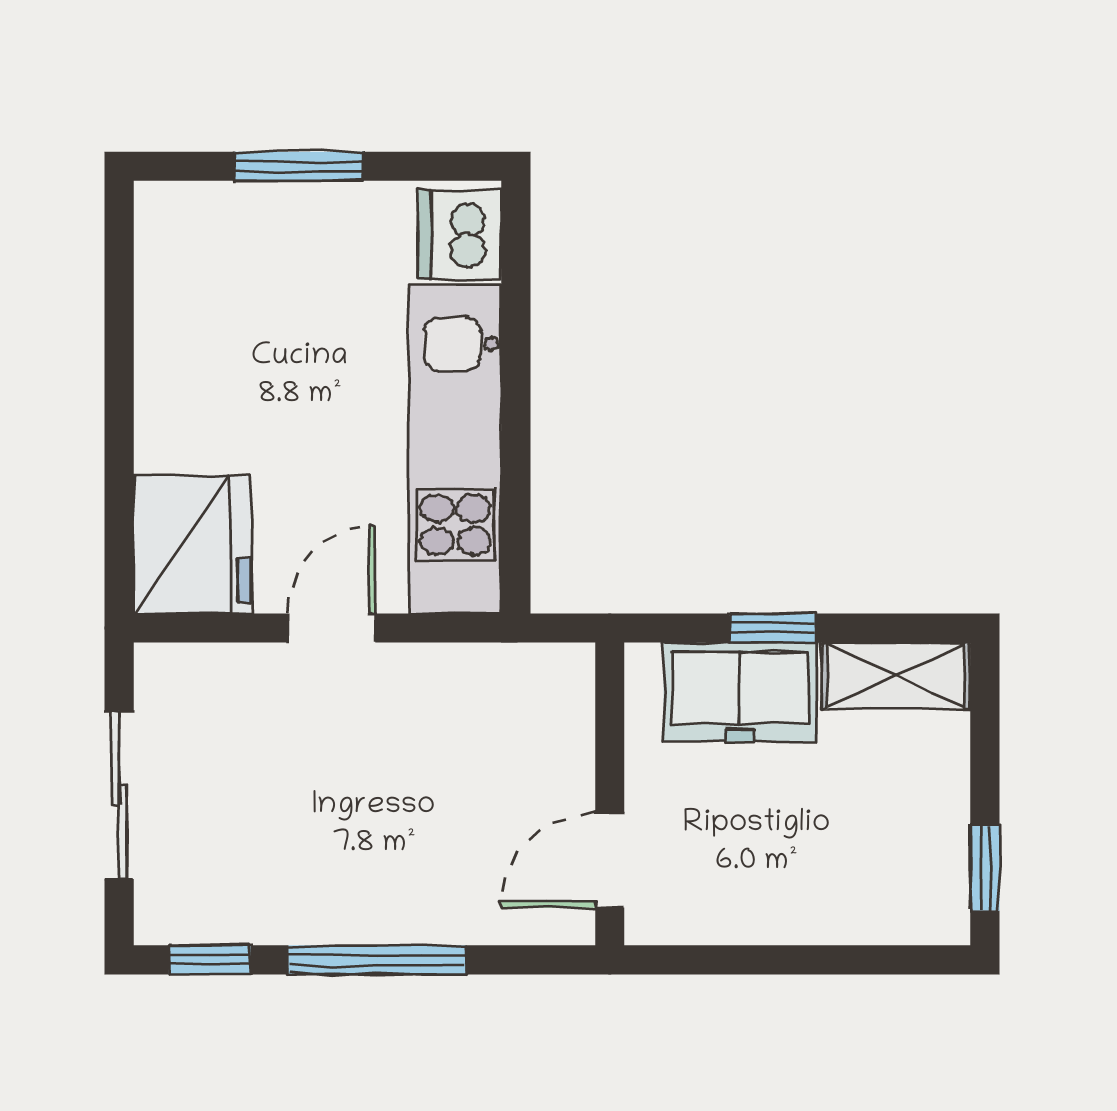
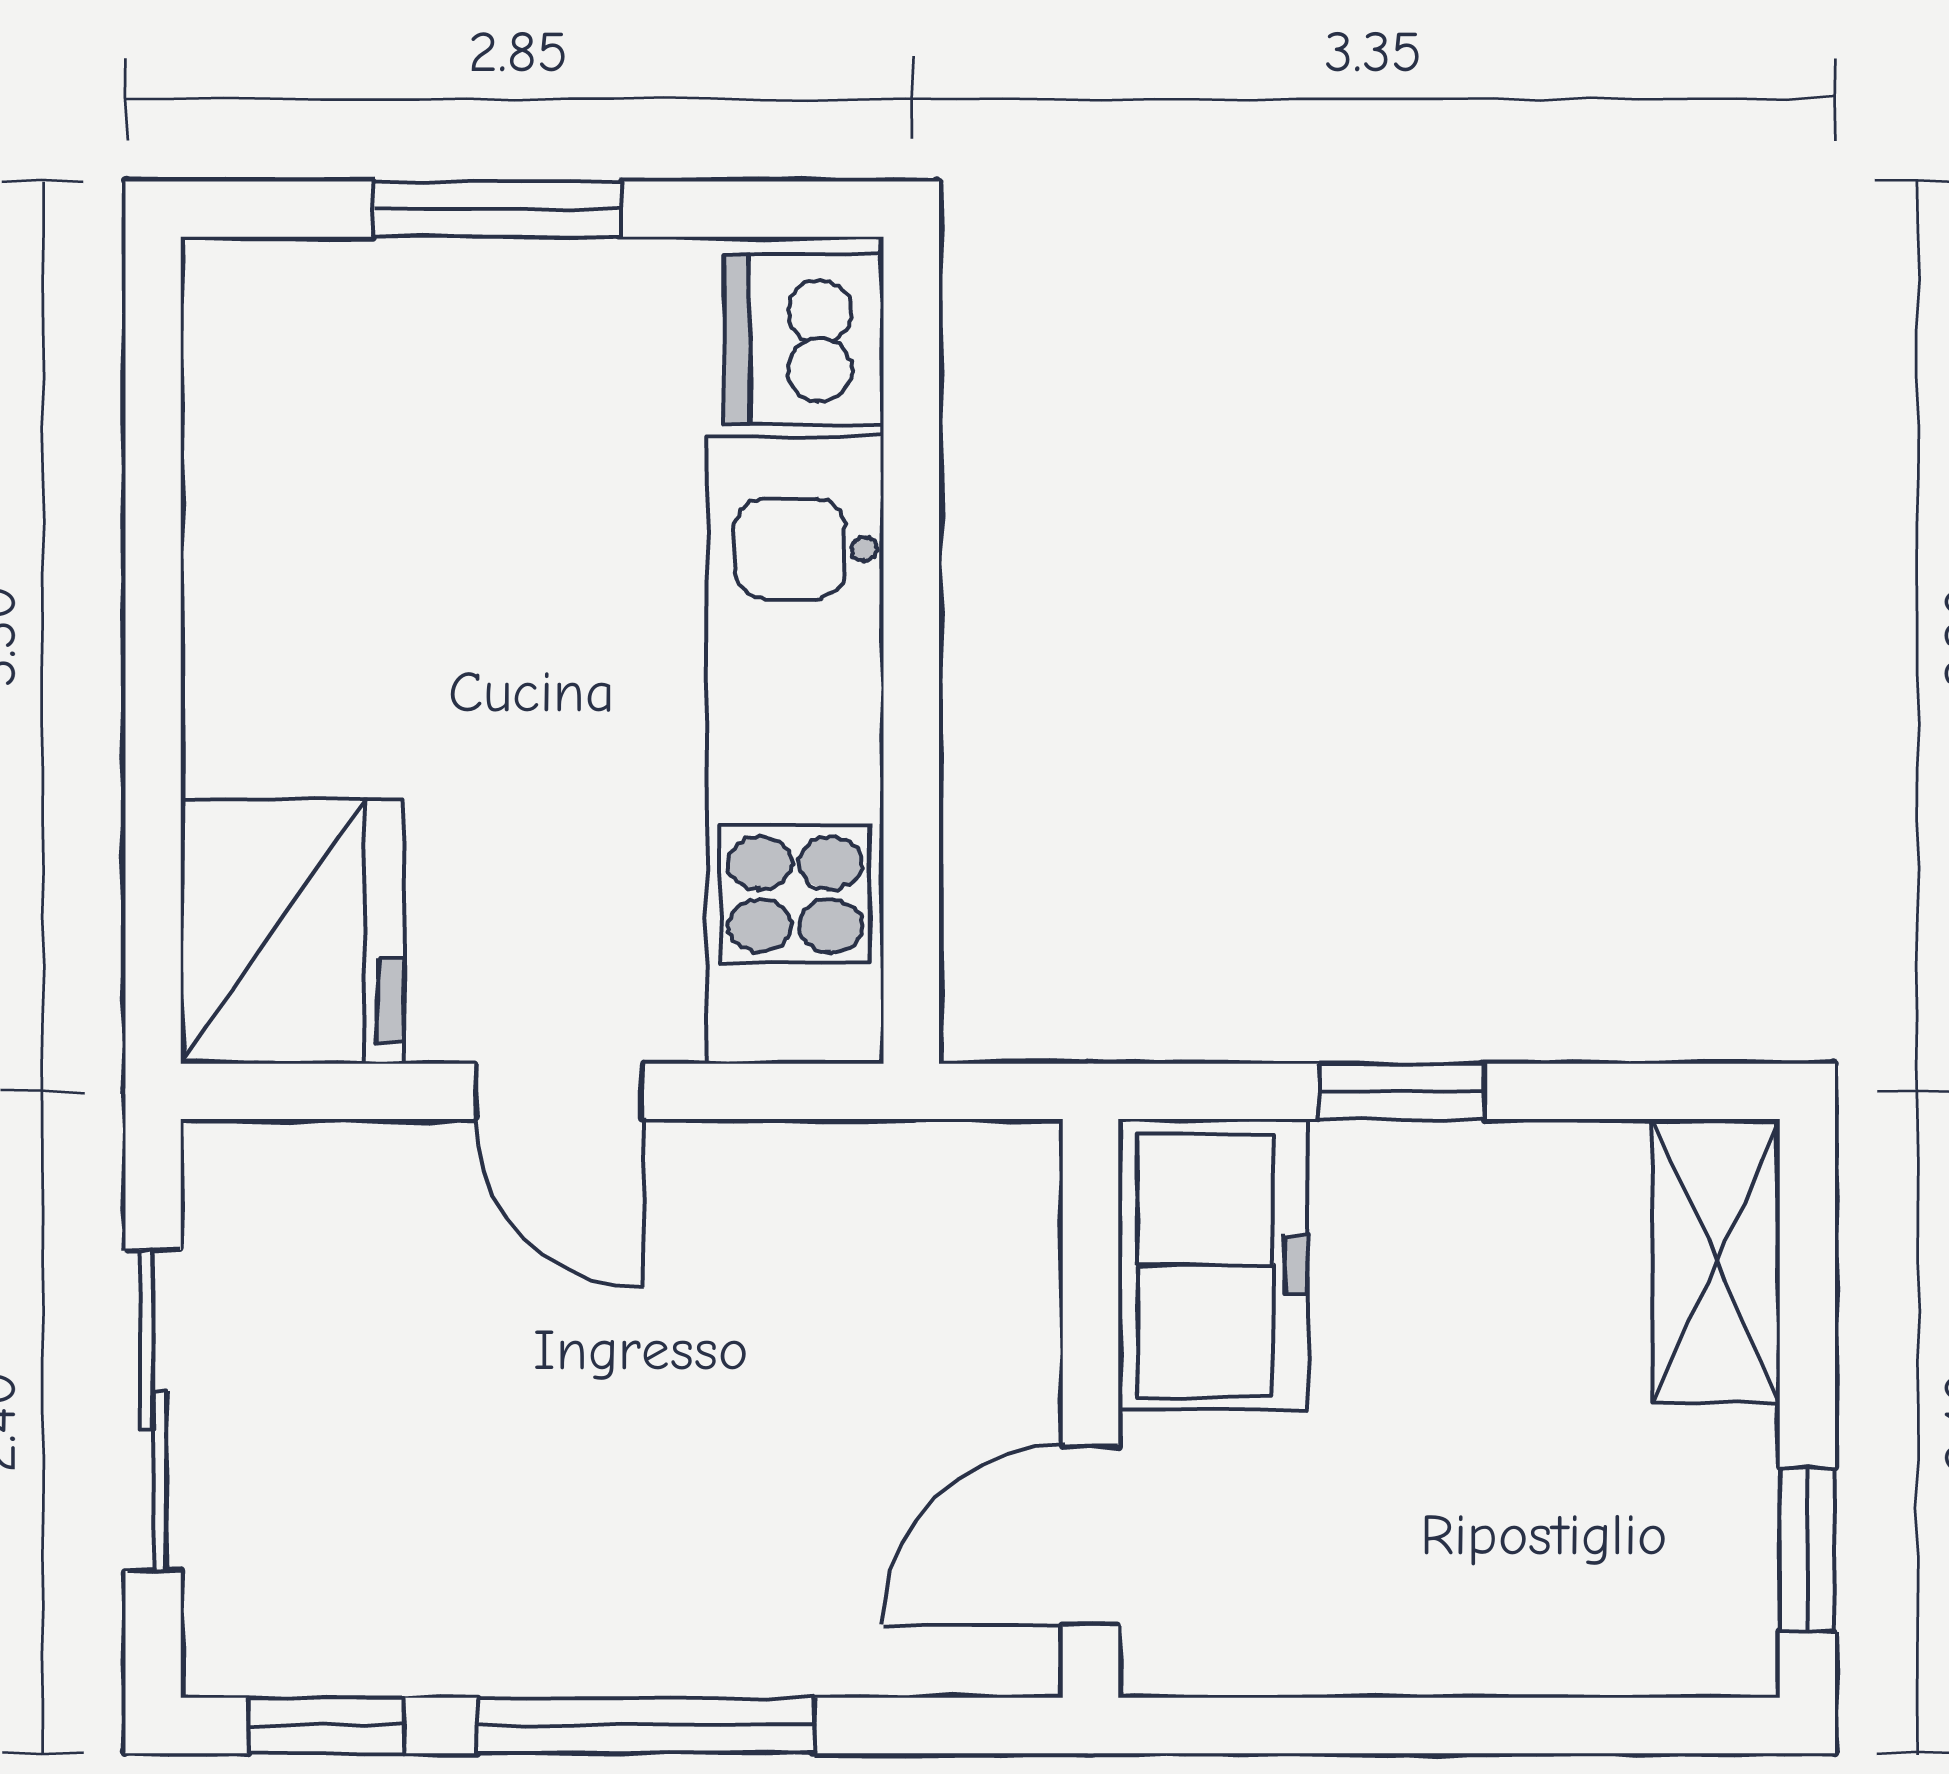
door: (331, 628) -> (559, 1091), swing flipped
shelving: (896, 676) -> (1716, 1261), moved, turned 90
freezer: (740, 692) -> (1213, 1265), moved, turned -90

